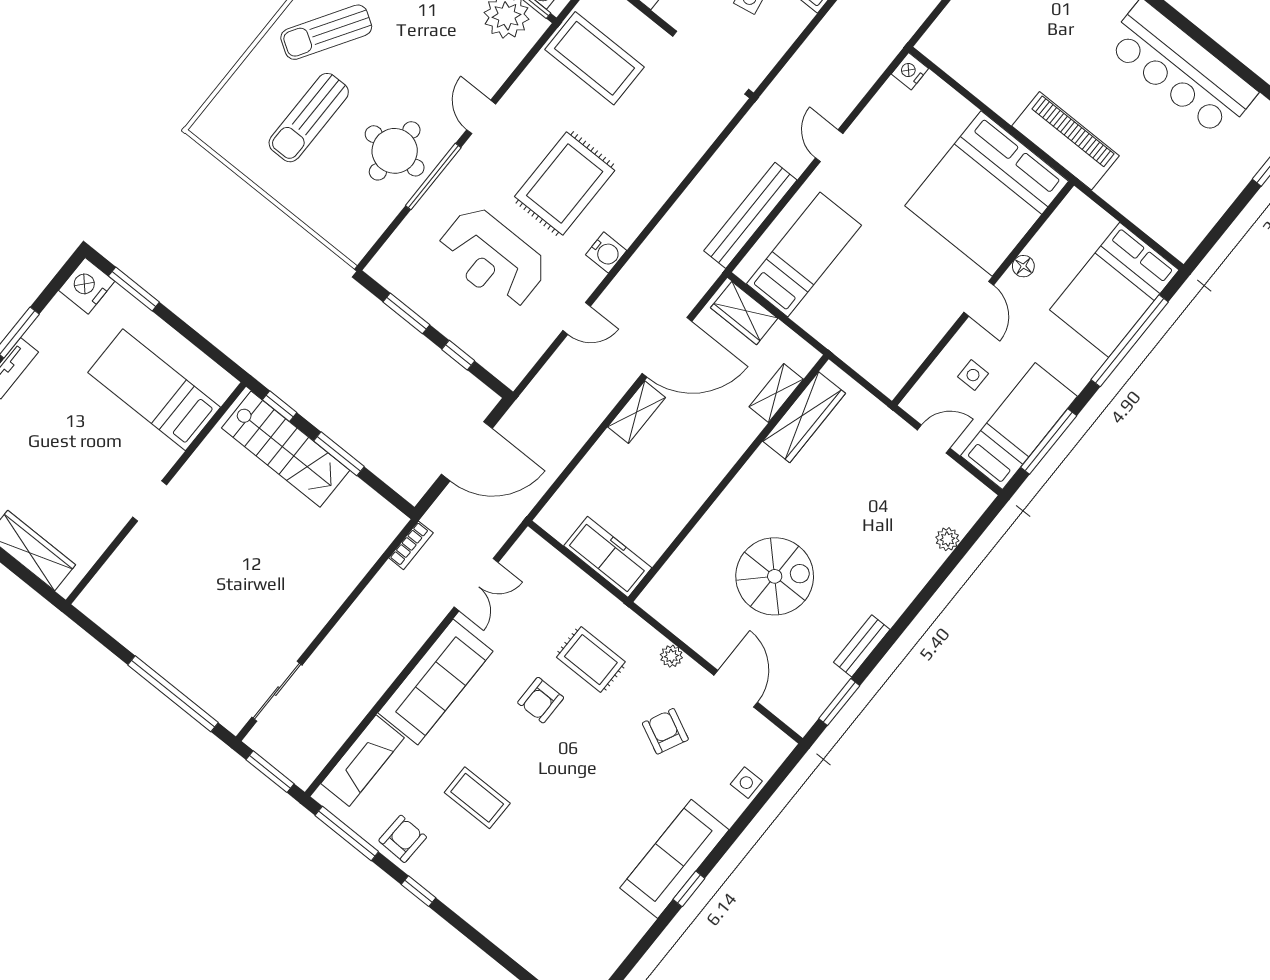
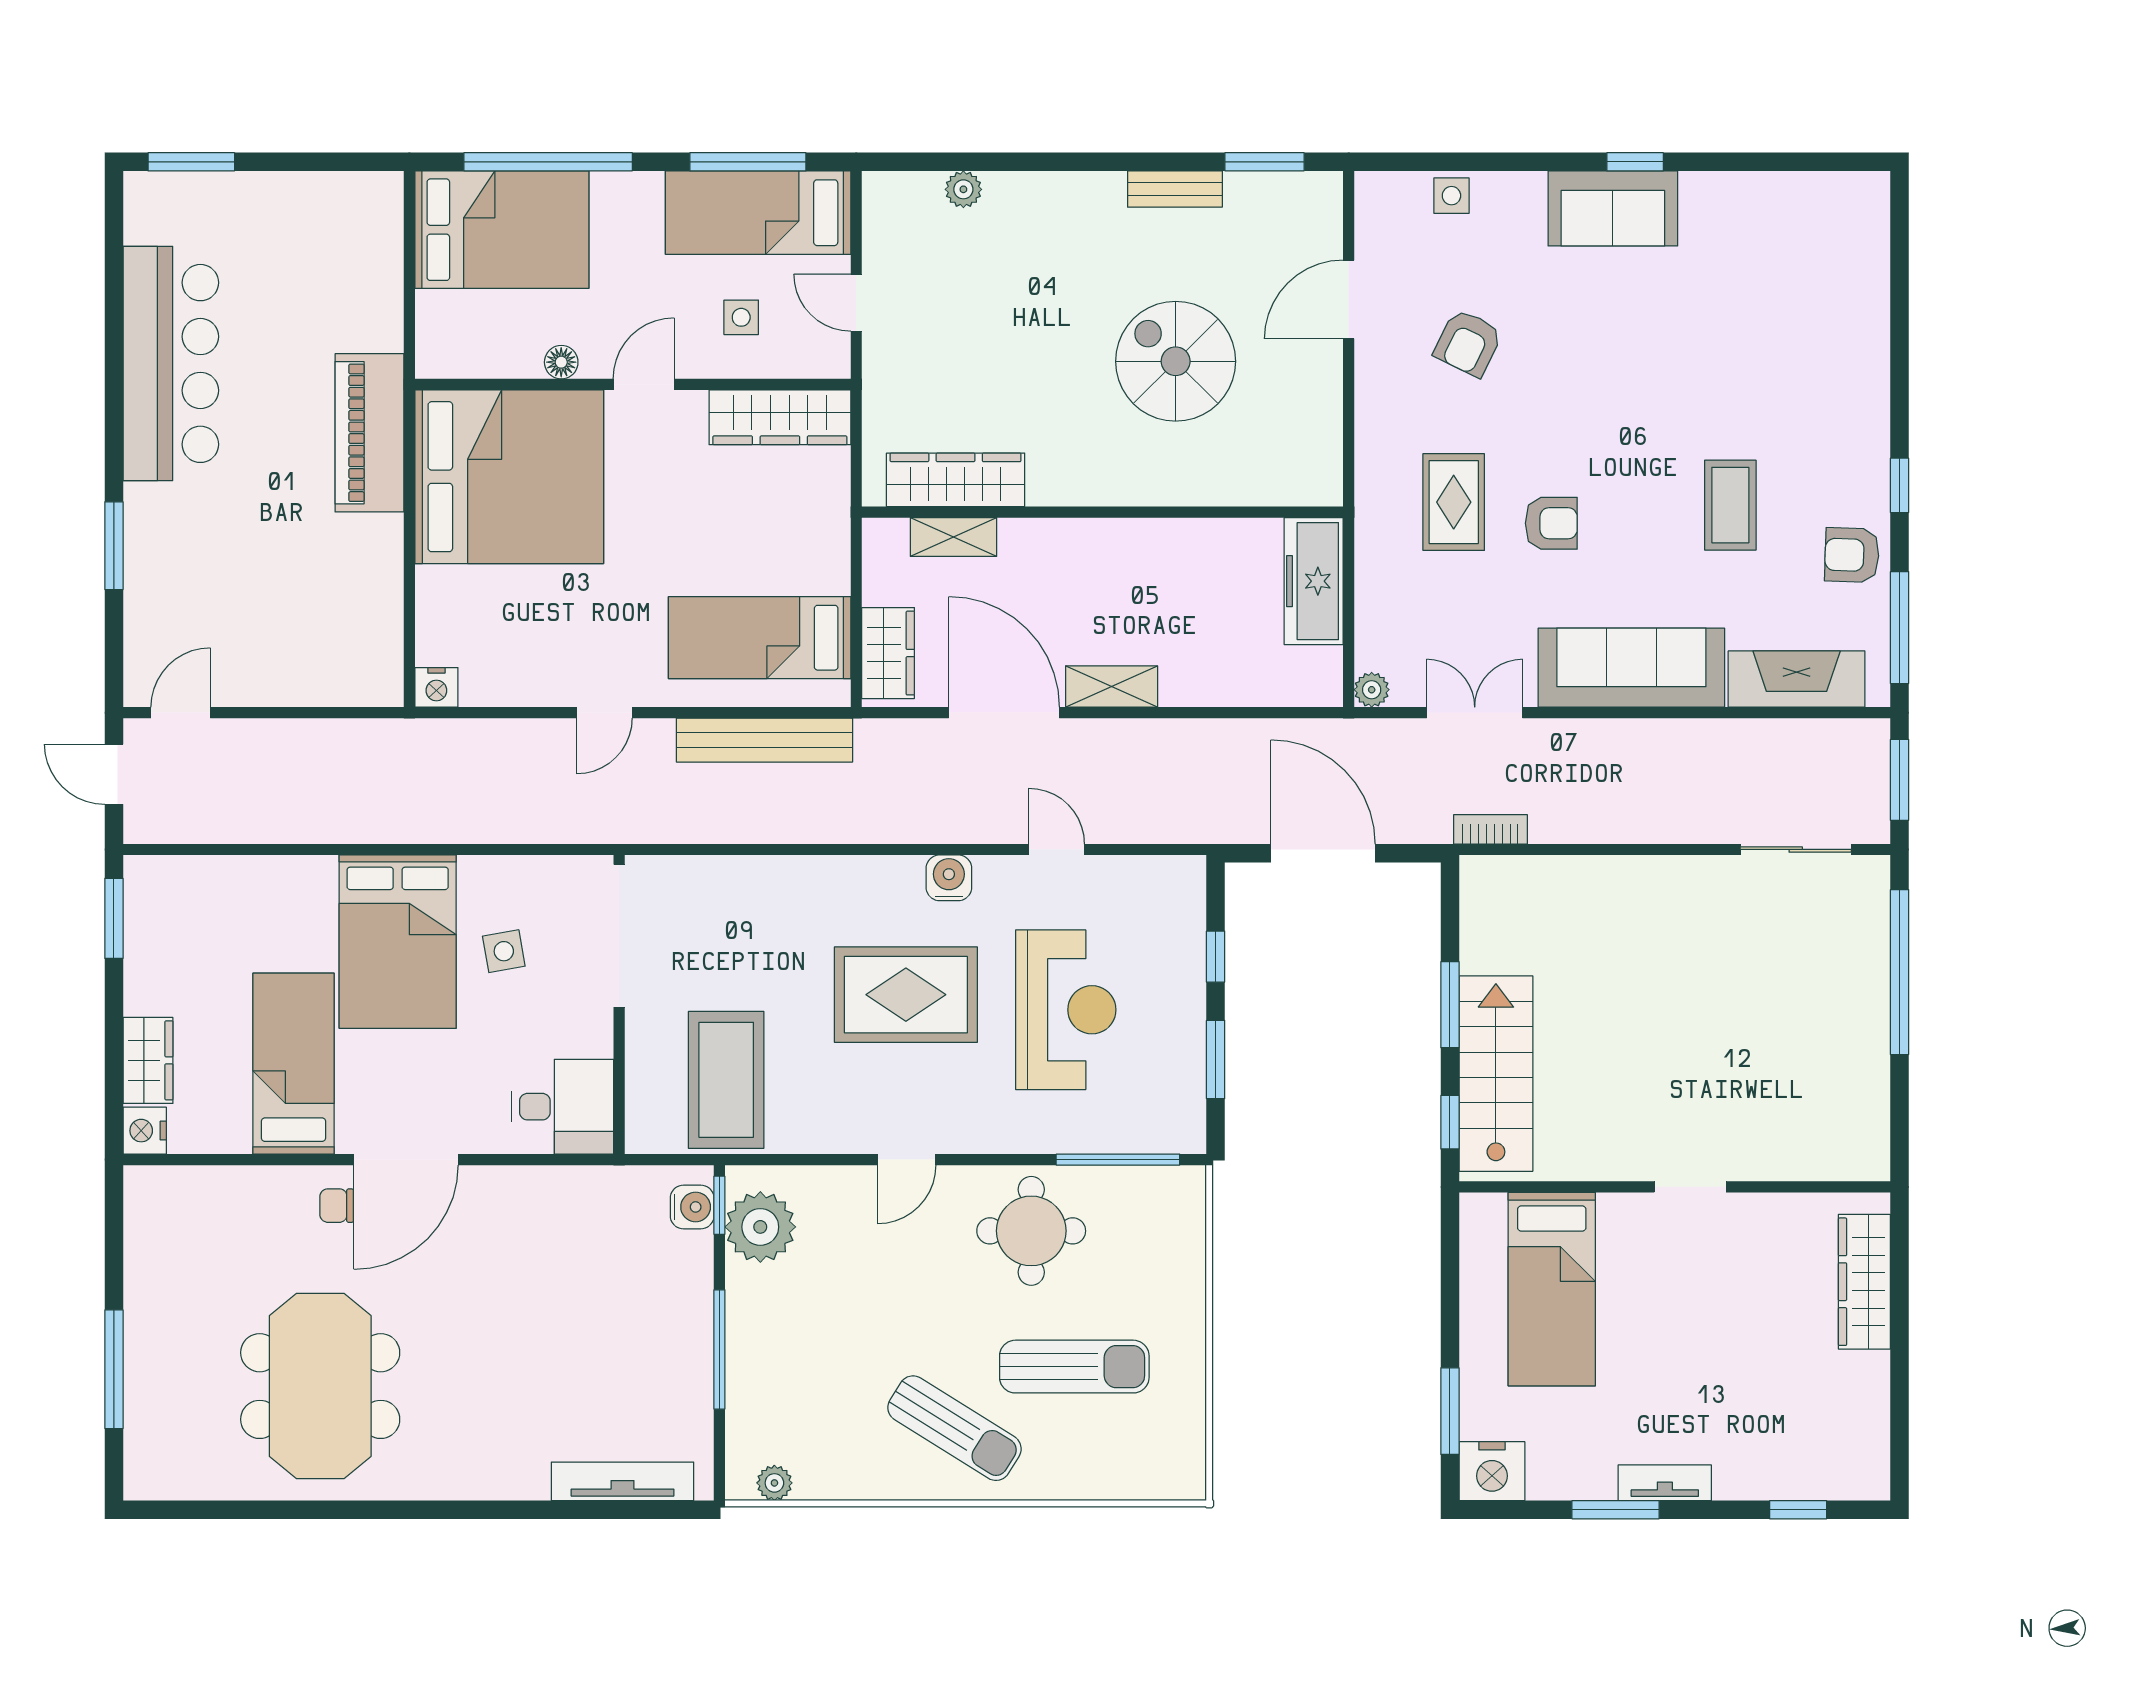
window: (433, 177) -> (1118, 1160), moved
wardrobe: (907, 354) -> (780, 417), added
plant: (671, 656) -> (1372, 690), moved
sofa: (674, 859) -> (1613, 208), width x0.73

